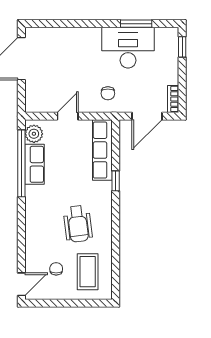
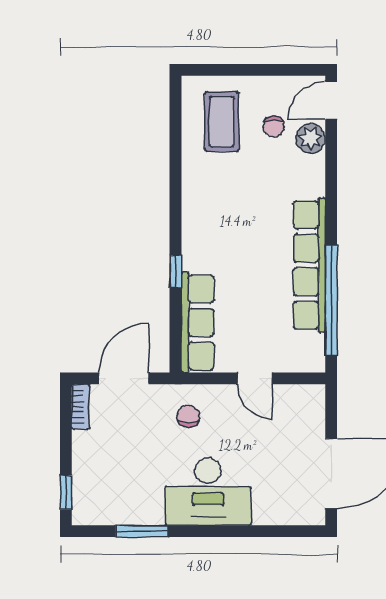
desk: (128, 48) -> (208, 492), moved
door: (68, 116) -> (255, 378), hinge flipped
plant: (34, 134) -> (311, 138), moved
row of seats: (34, 164) -> (310, 265), width x2.02
wheelchair: (78, 224) -> (238, 201), removed

